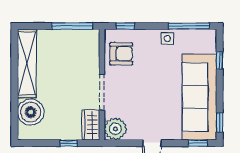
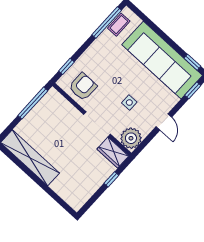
coffee table: (196, 37) -> (119, 25), added
side table: (167, 38) -> (129, 103), moved
window: (220, 60) -> (150, 23), removed
boiler: (31, 112) -> (66, 186), removed

